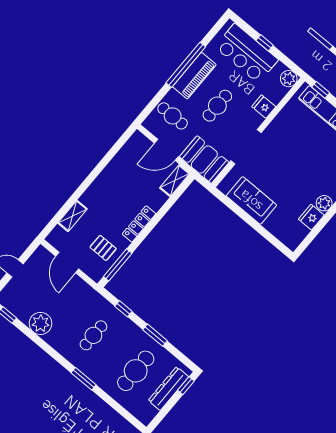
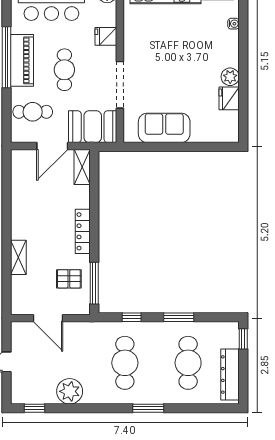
shelving: (72, 216) -> (18, 257), moved
cafe table: (93, 335) -> (125, 363), width x1.37, depth x1.35
dresser: (168, 389) -> (230, 375), moved

